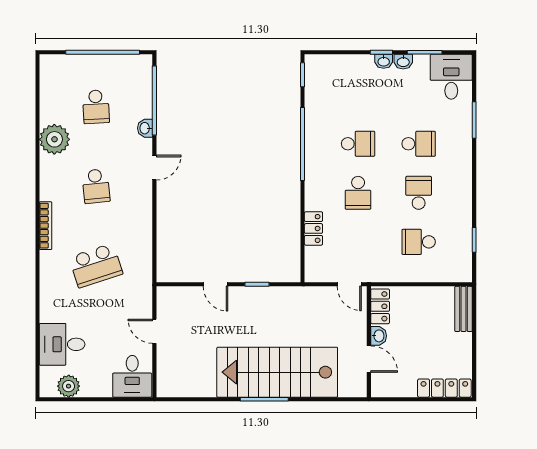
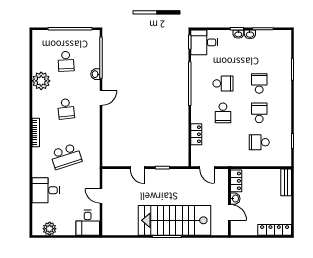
desk: (451, 77) -> (204, 42), moved, turned -90
school desk: (419, 144) -> (259, 83), turned -90
door: (349, 284) -> (207, 168), moved
desk: (62, 344) -> (46, 190), moved

